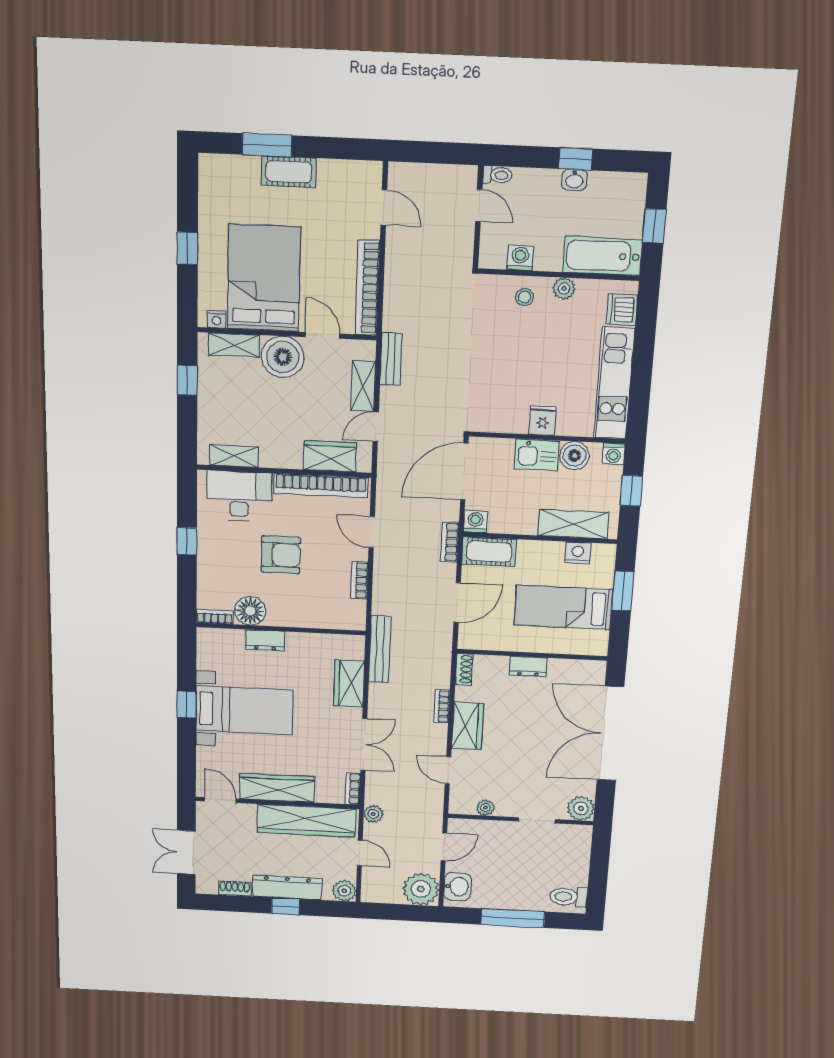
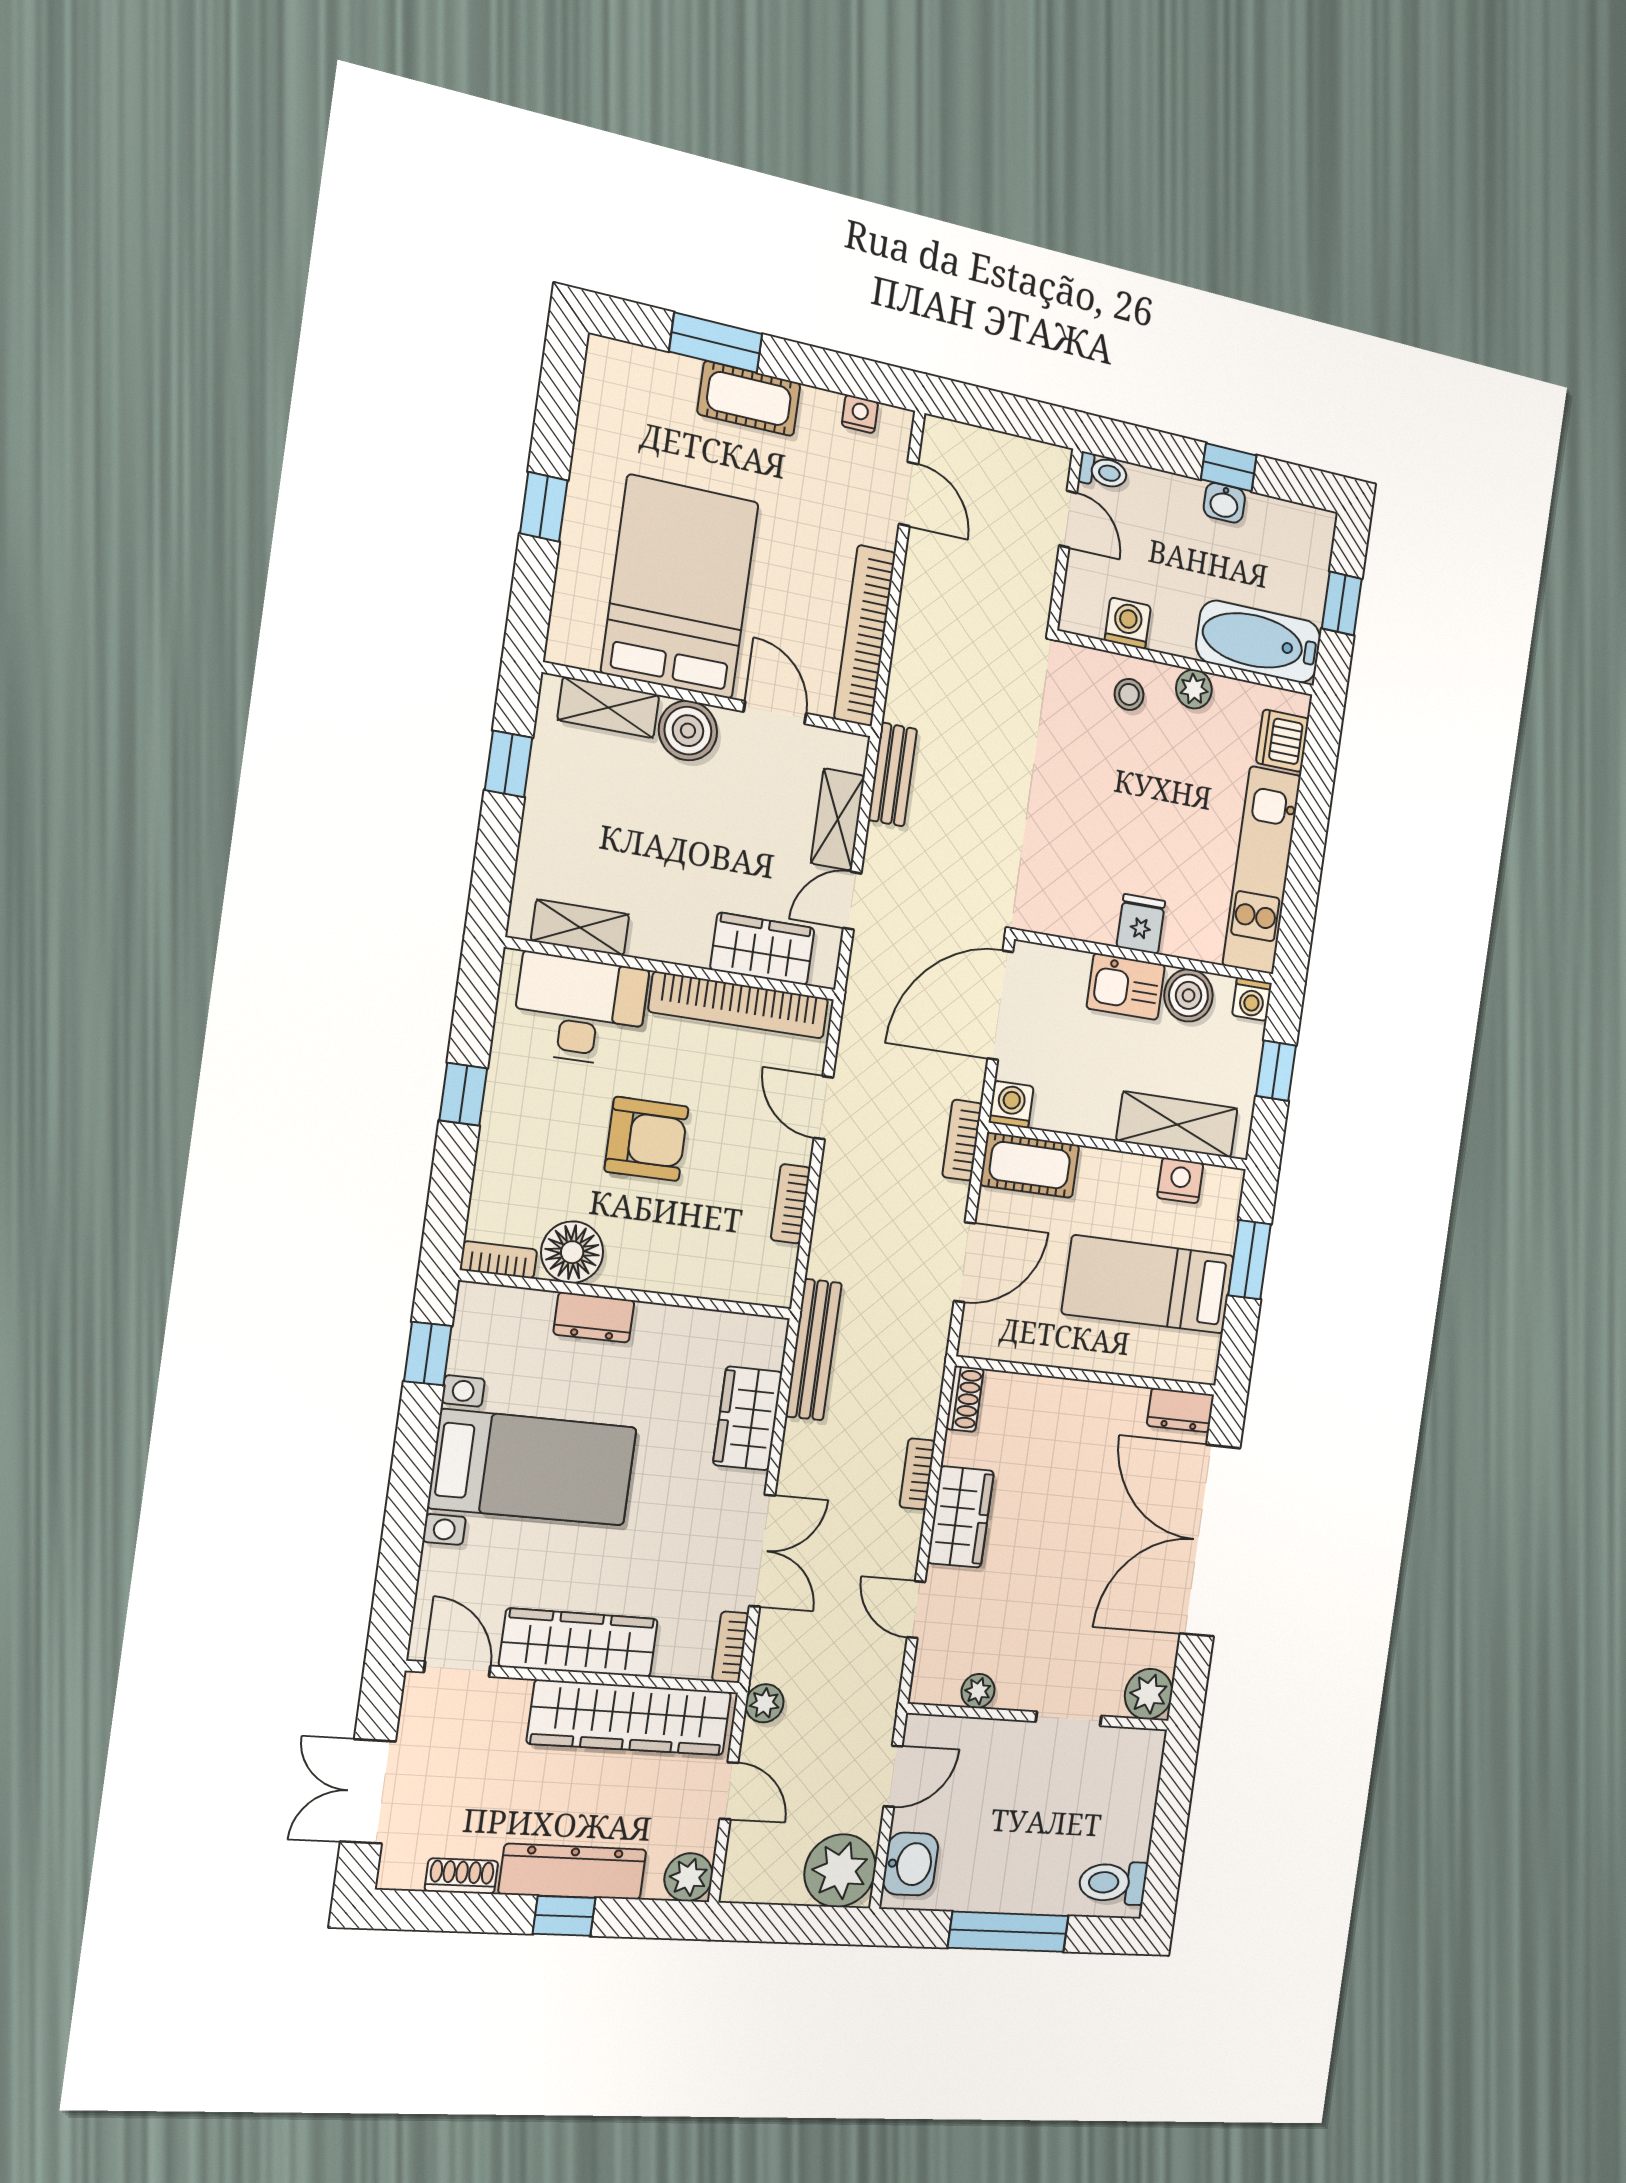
nightstand: (217, 319) -> (860, 414), moved, turned 180
boiler: (283, 357) -> (688, 731), width x0.73, depth x0.73
dresser: (528, 667) -> (1180, 1410), moved
window: (187, 705) -> (428, 1354), moved

